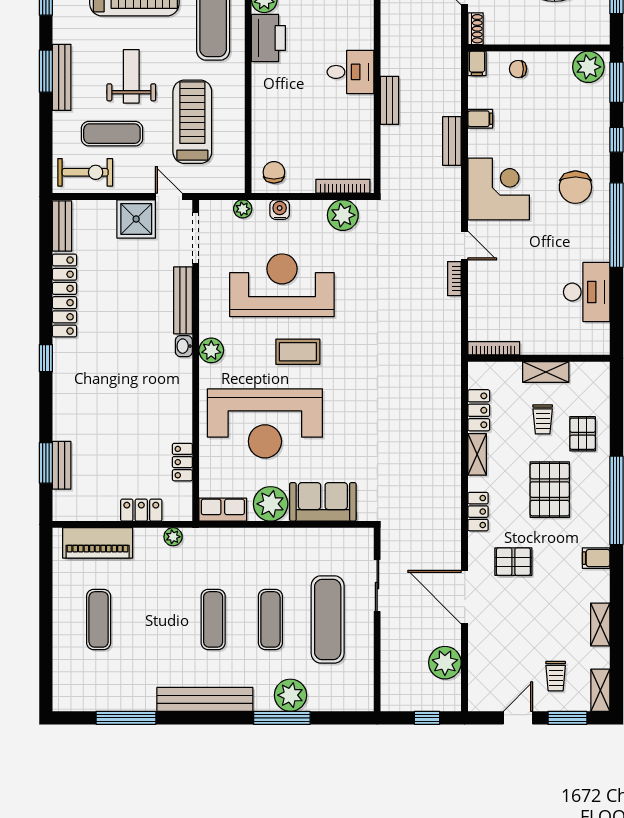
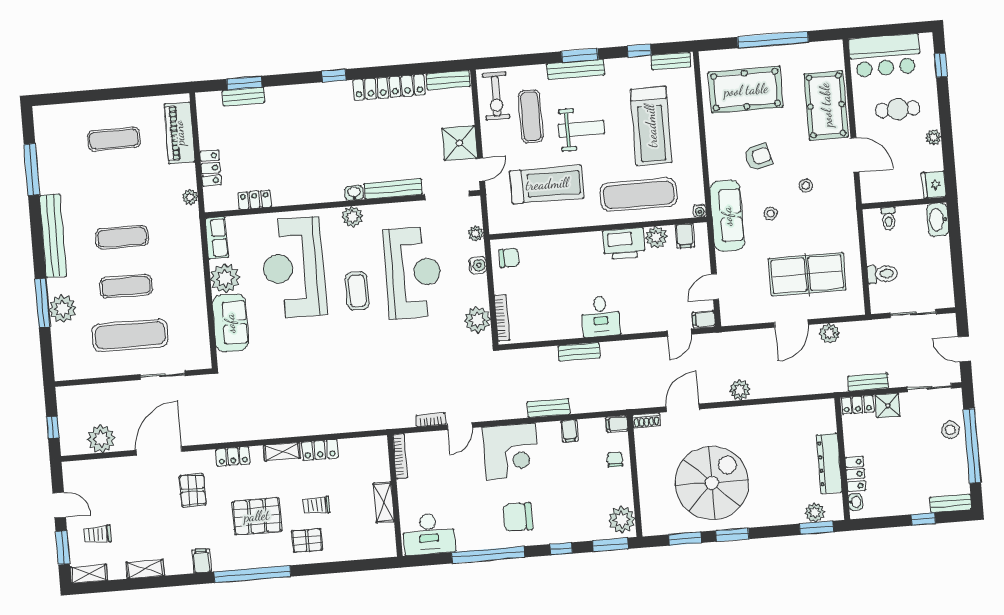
bookcase: (494, 348) -> (400, 456), moved
wall: (539, 358) -> (395, 496), moved
shelving: (546, 372) -> (384, 502), moved

